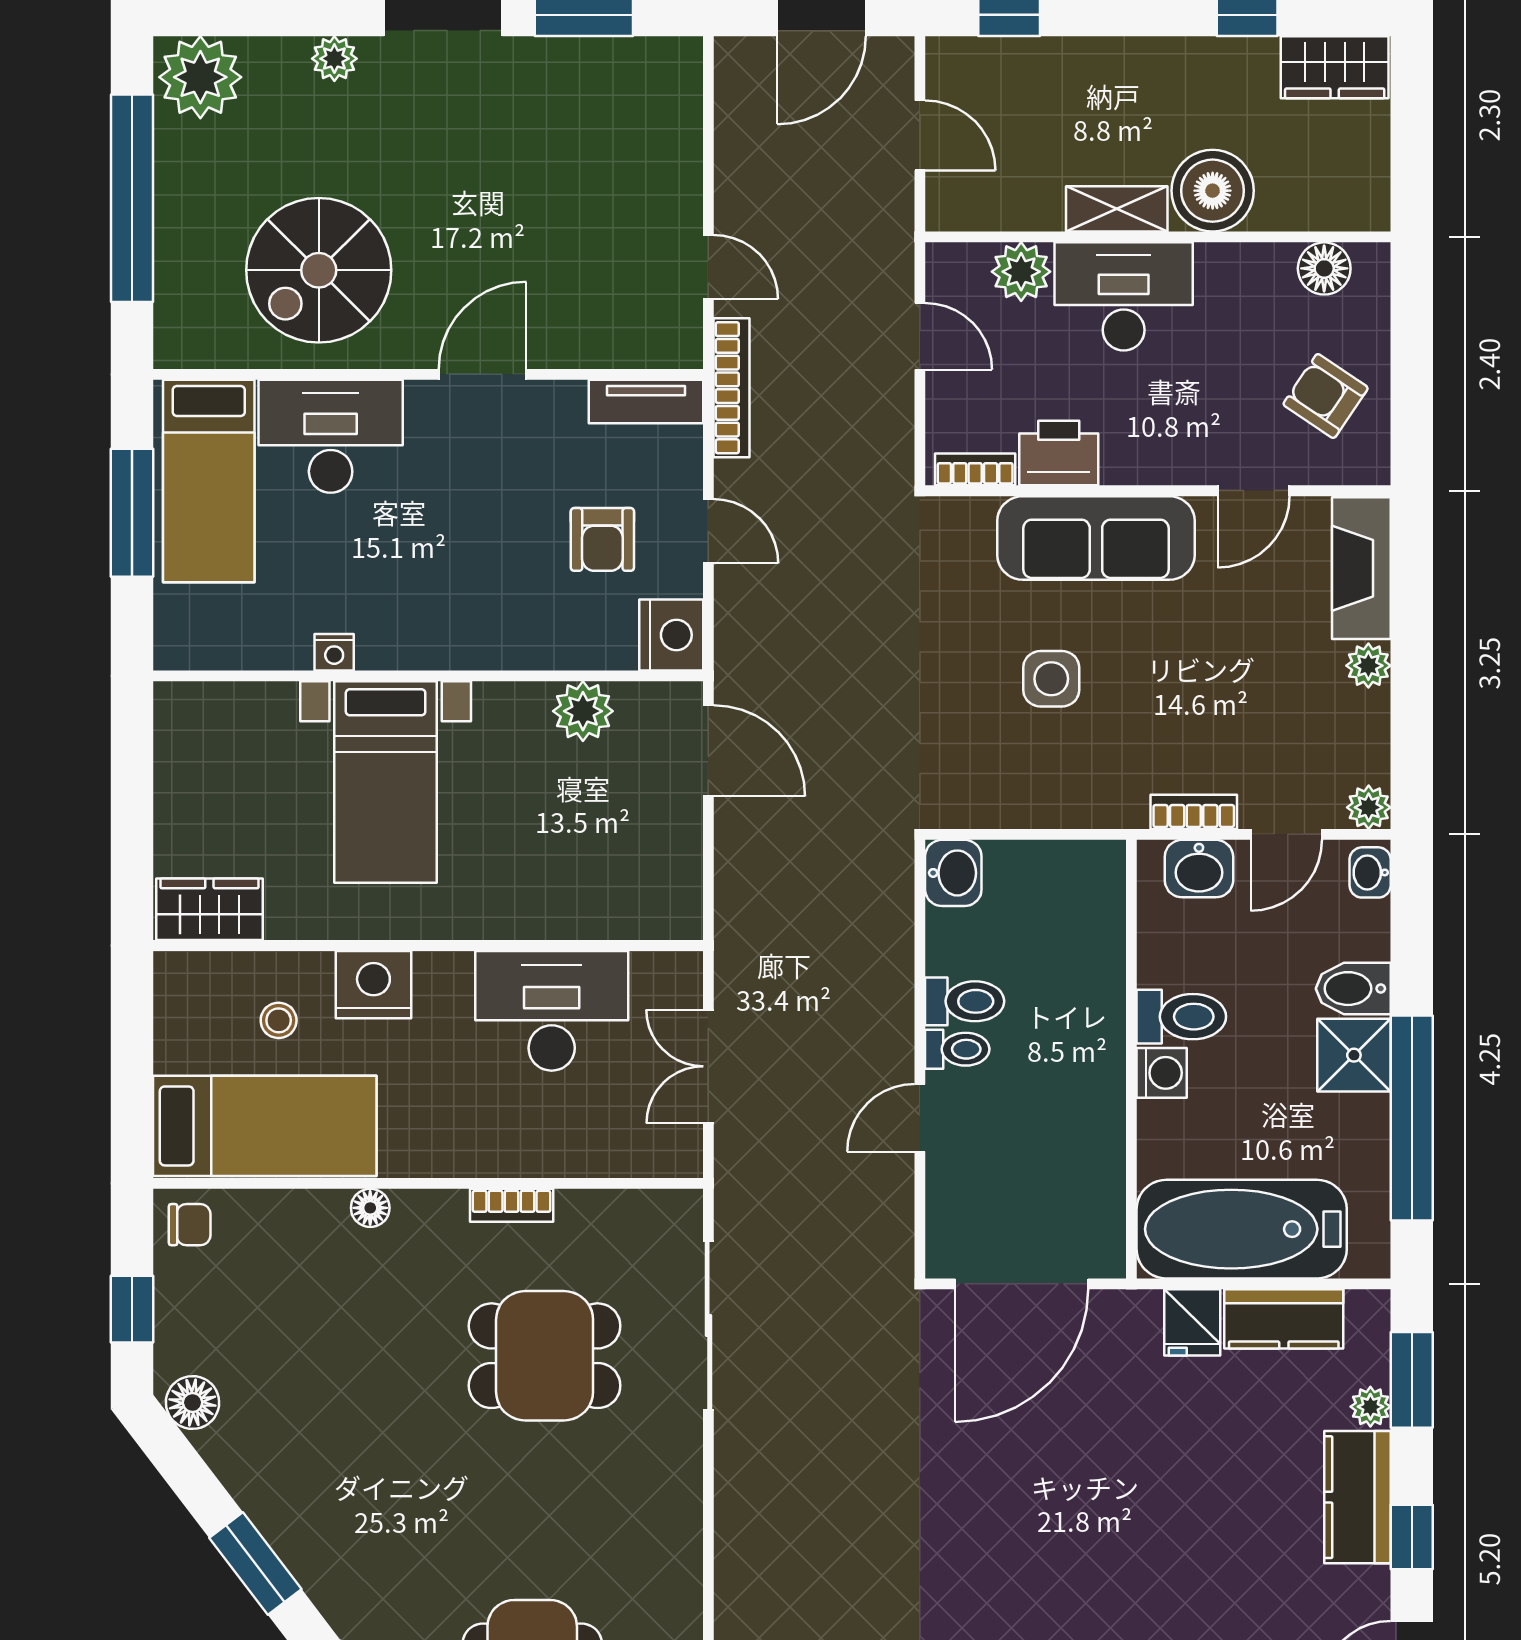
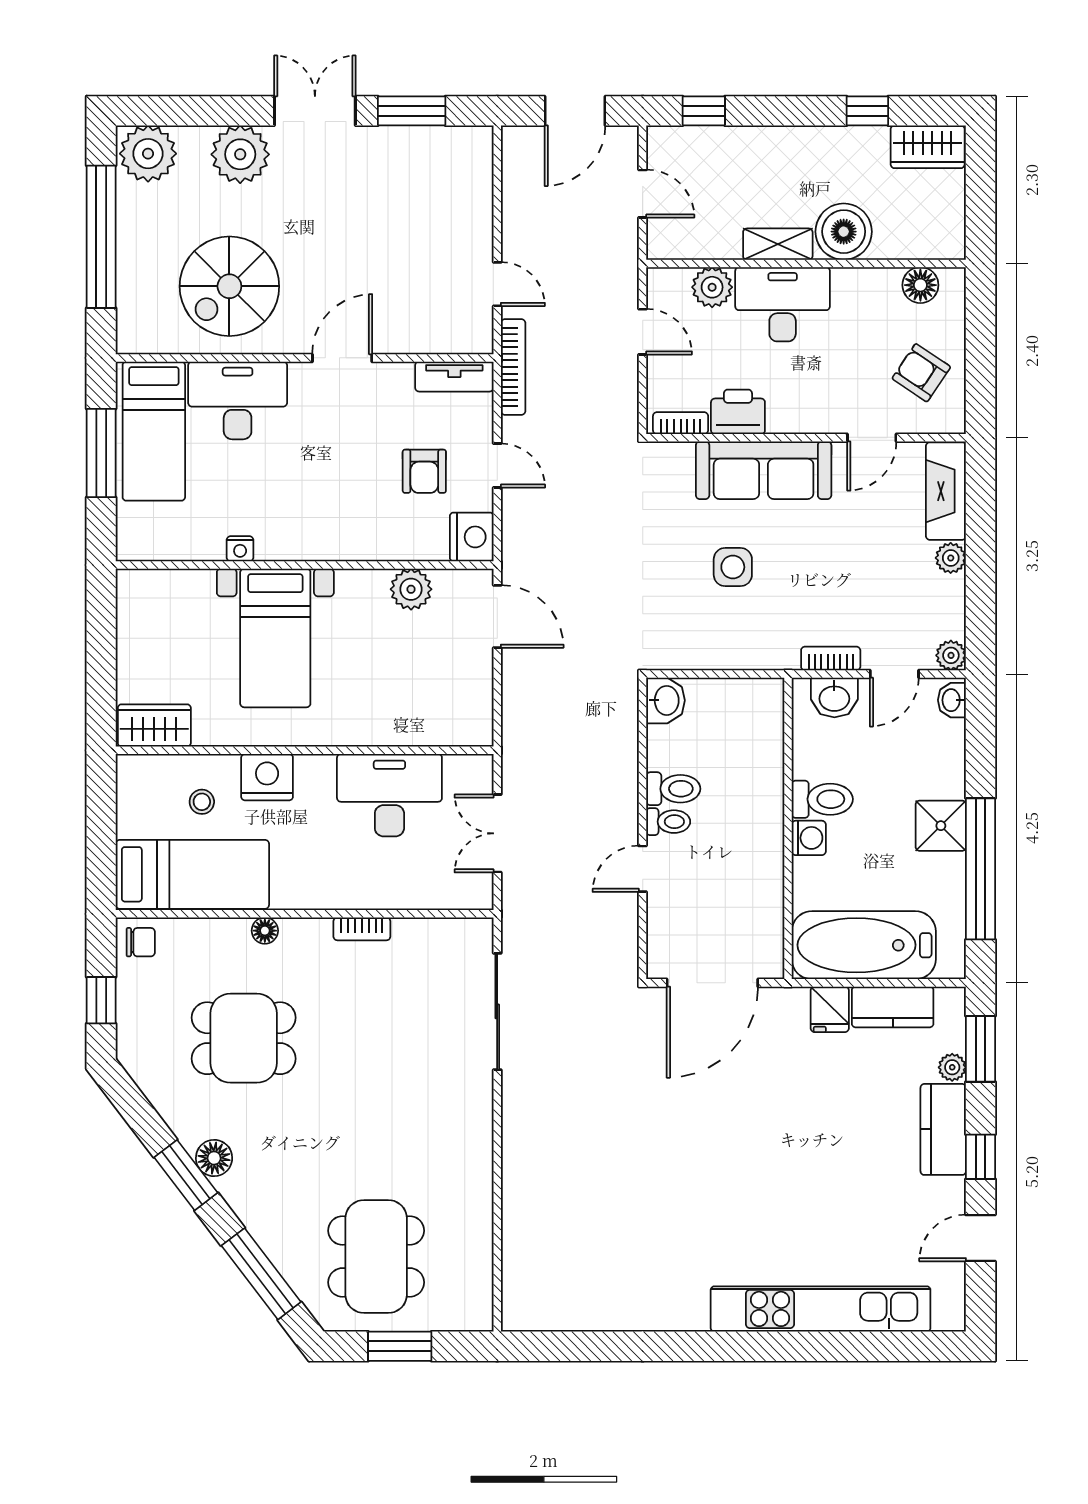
plant: (334, 59) -> (240, 154), width x1.87, depth x1.87
bidet: (1353, 989) -> (940, 780), removed
dining table: (545, 1356) -> (244, 1038), moved
floor lamp: (192, 1403) -> (214, 1158), moved

